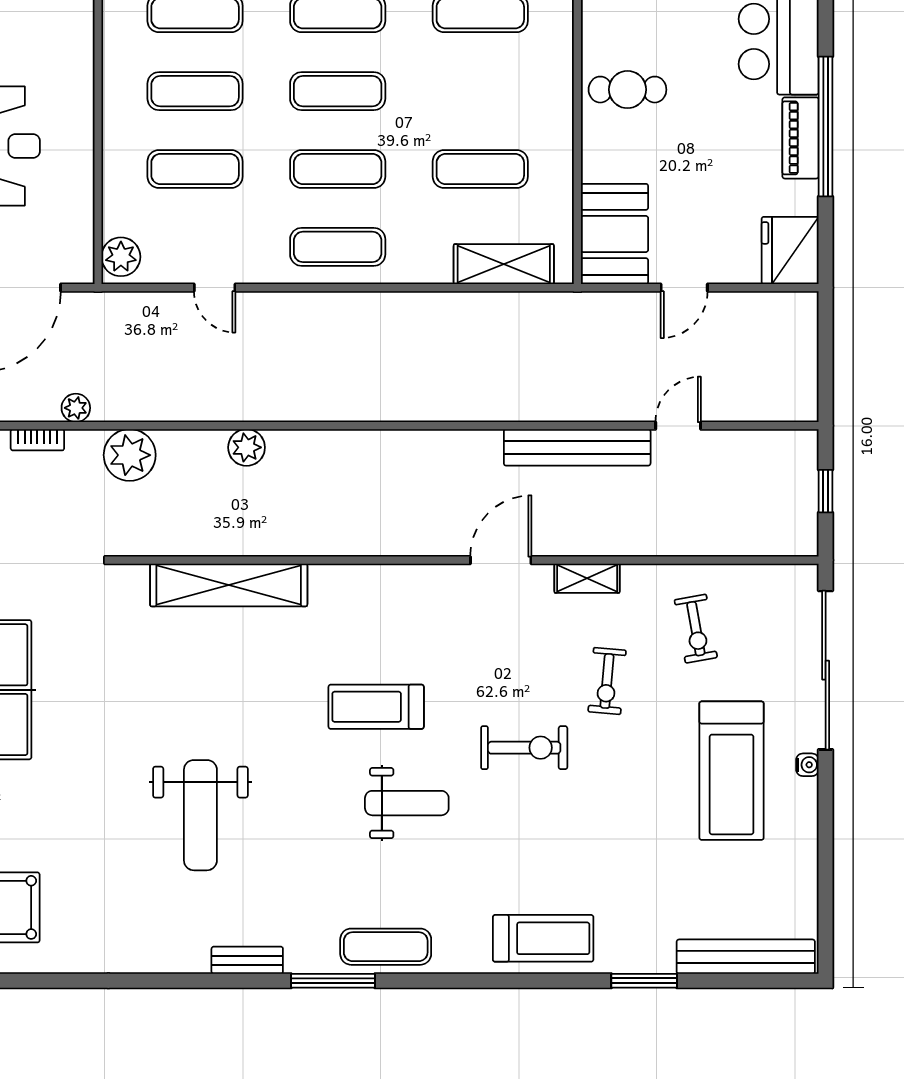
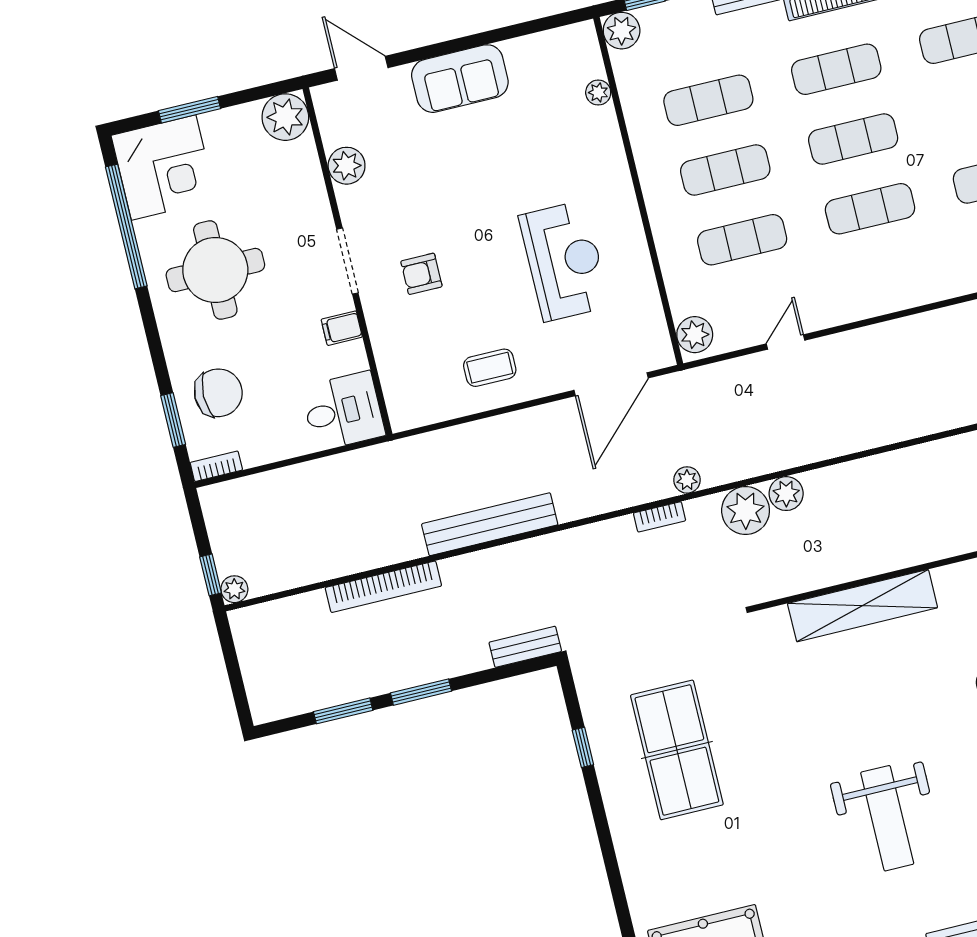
exercise mat: (338, 247) -> (887, 279), removed
door: (215, 288) -> (785, 342), swing flipped
plant: (247, 447) -> (786, 494), moved

